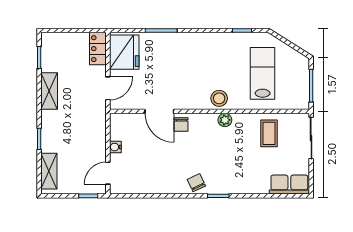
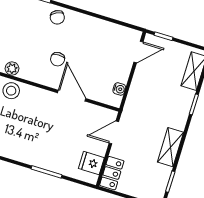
fridge: (124, 52) -> (91, 163), width x0.53, depth x0.75
chair: (181, 125) -> (58, 59), moved, turned 180
water cooler: (115, 147) -> (119, 89), moved

